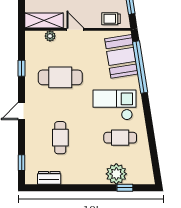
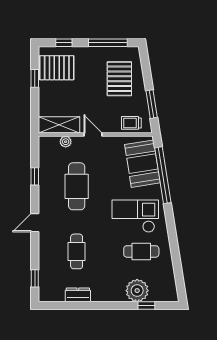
cafe table: (60, 77) -> (77, 186), turned 90
dresser: (49, 178) -> (78, 295), moved

